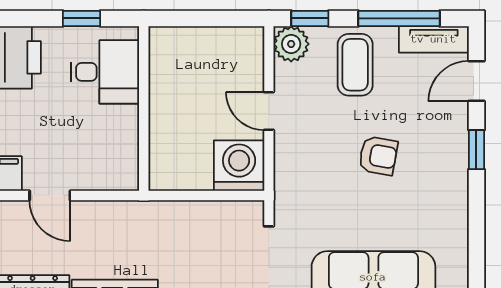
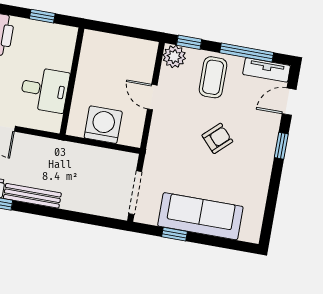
desk: (105, 72) -> (45, 90), moved
armchair: (378, 156) -> (217, 138), turned -53
washing machine: (239, 166) -> (103, 125), moved

